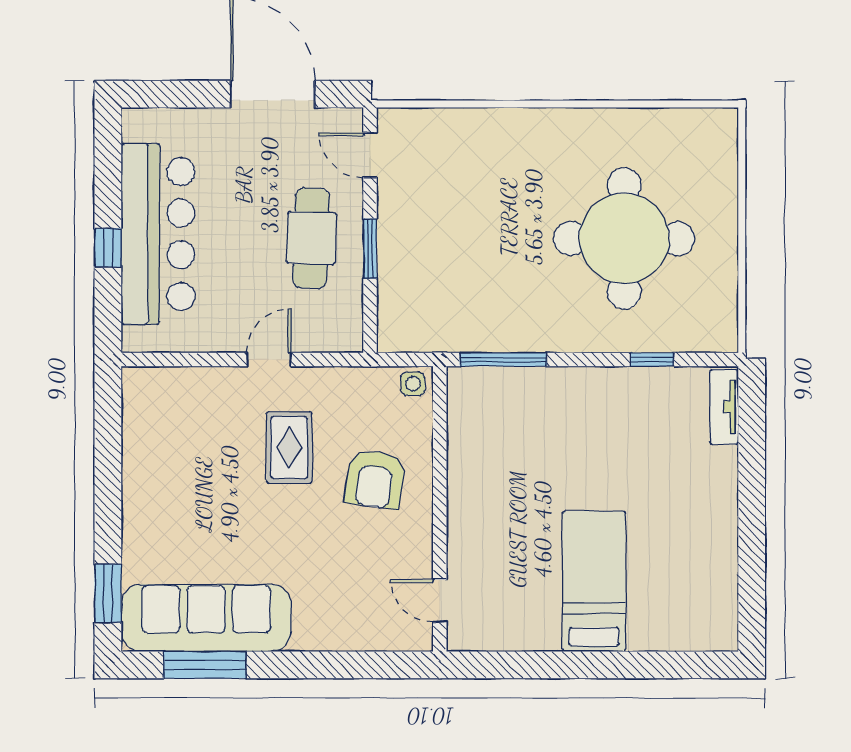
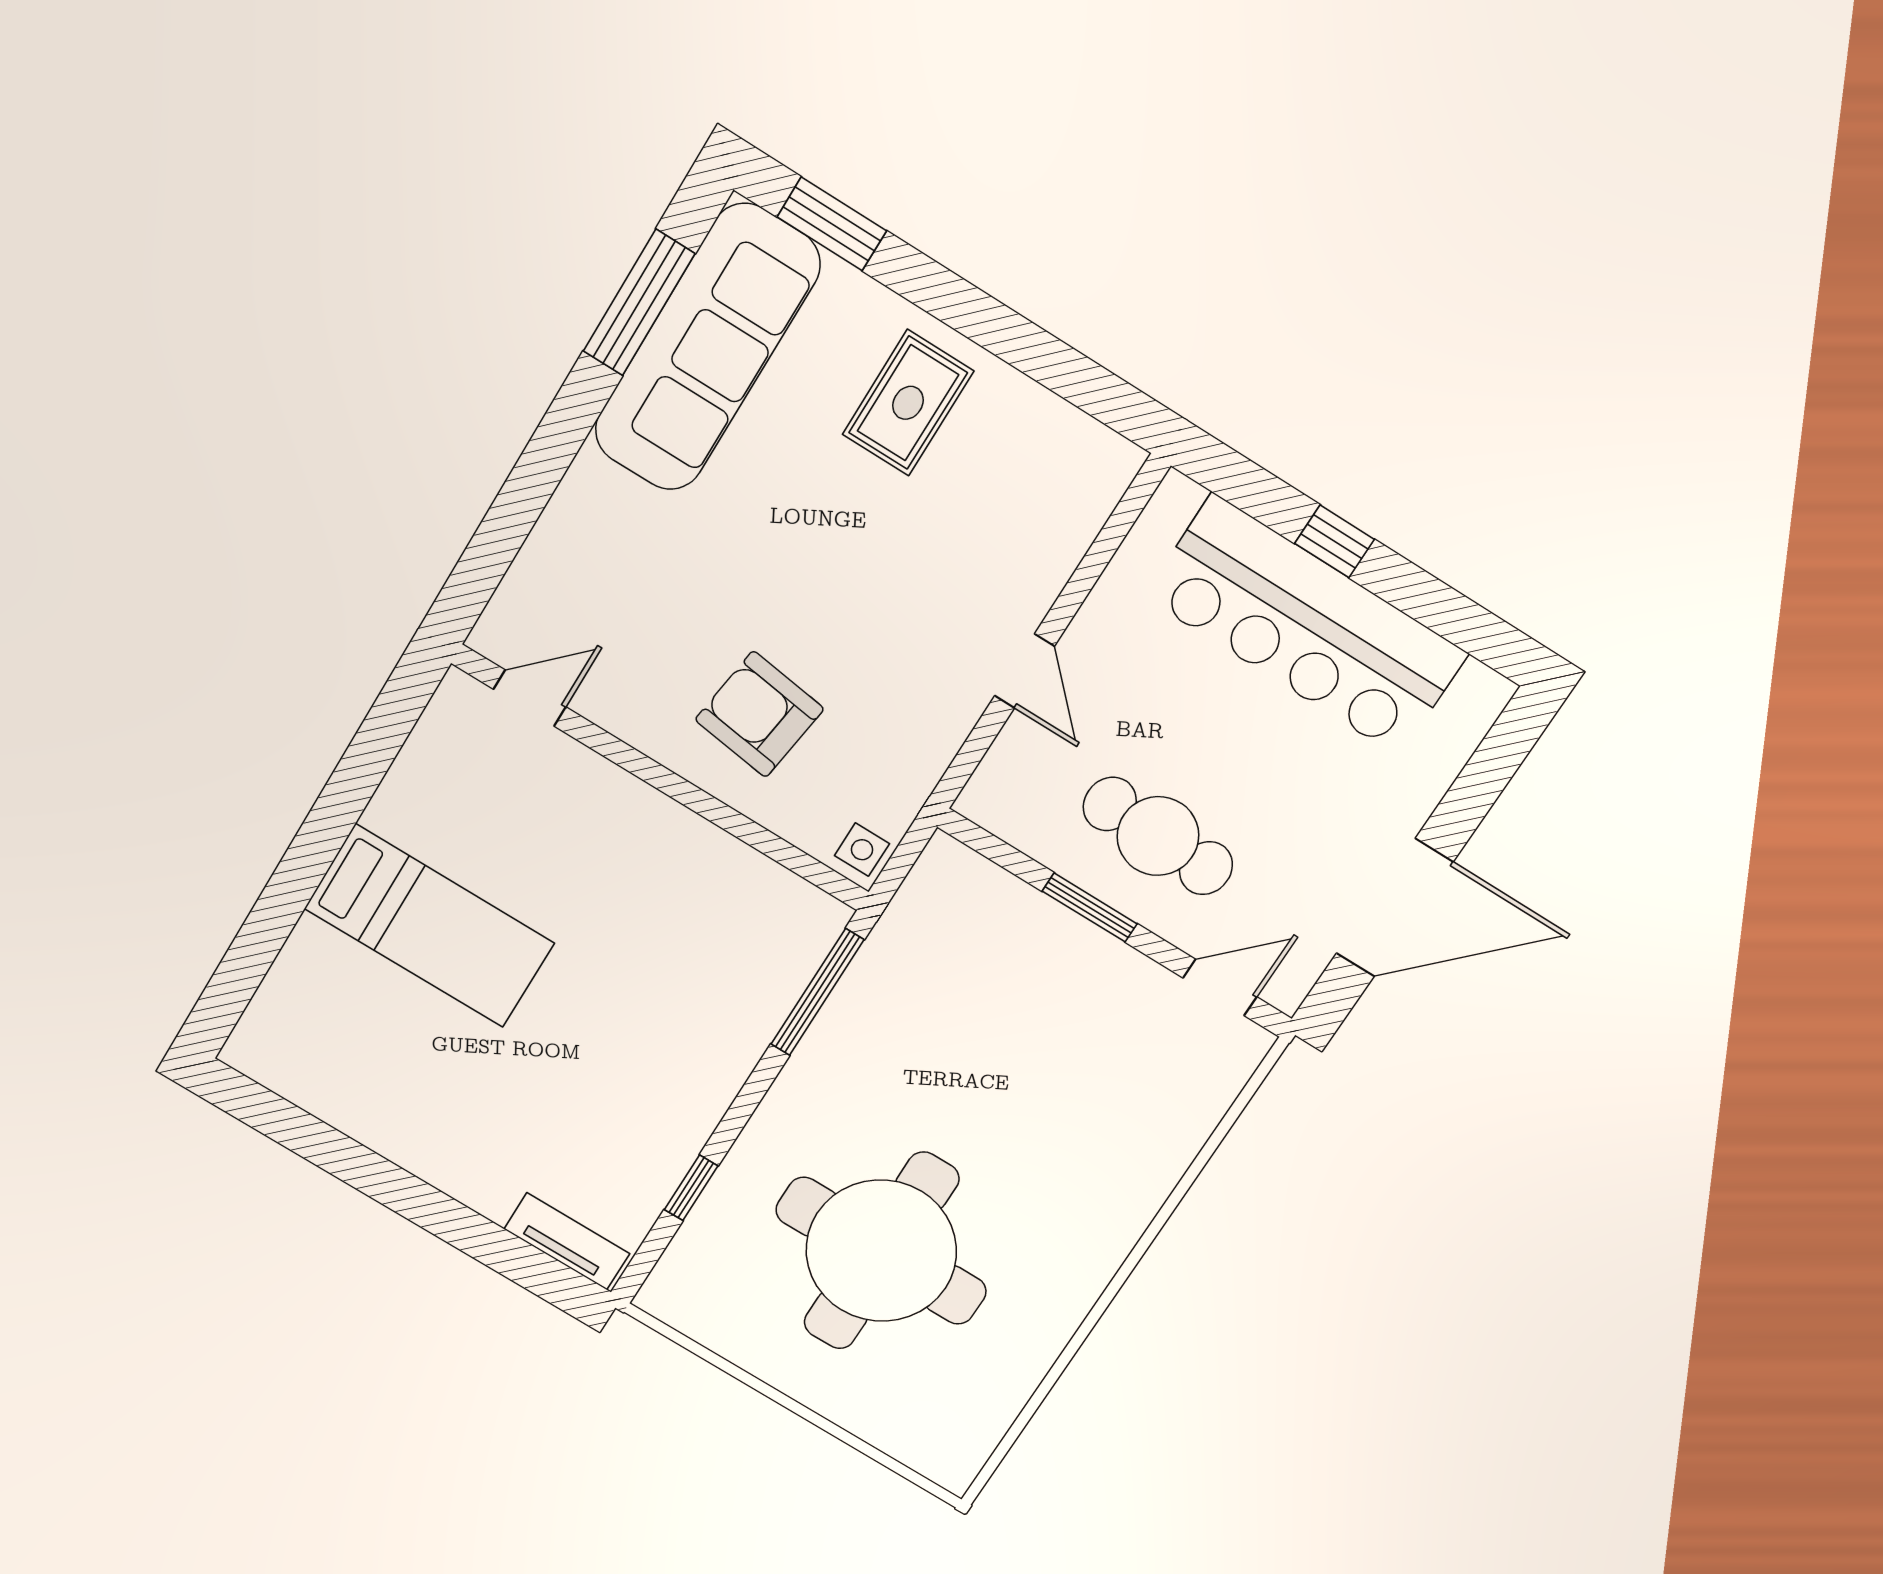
rug: (289, 448) -> (908, 403), moved, turned 90

